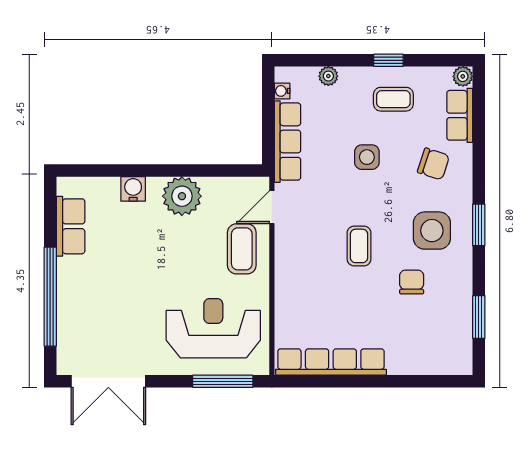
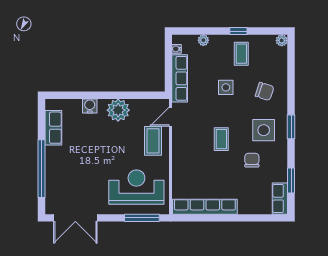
coffee table: (393, 99) -> (241, 54), turned 90
row of seats: (460, 115) -> (280, 199), moved

